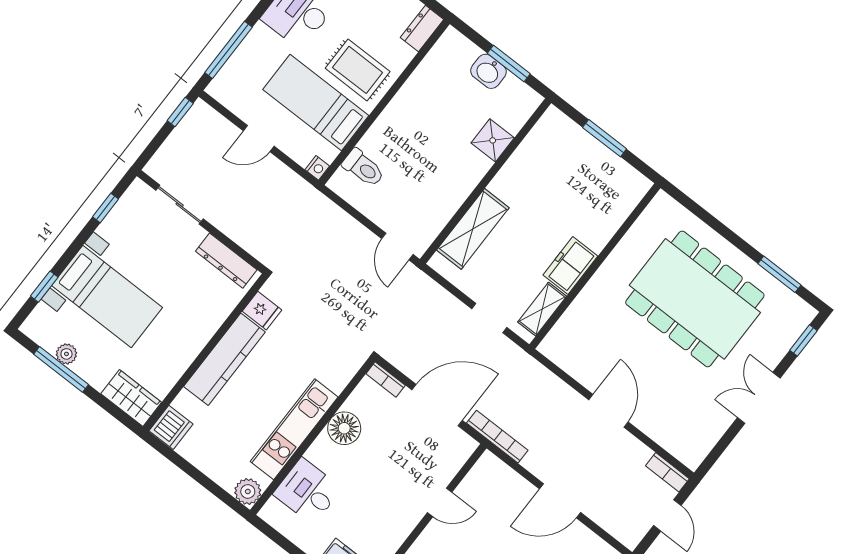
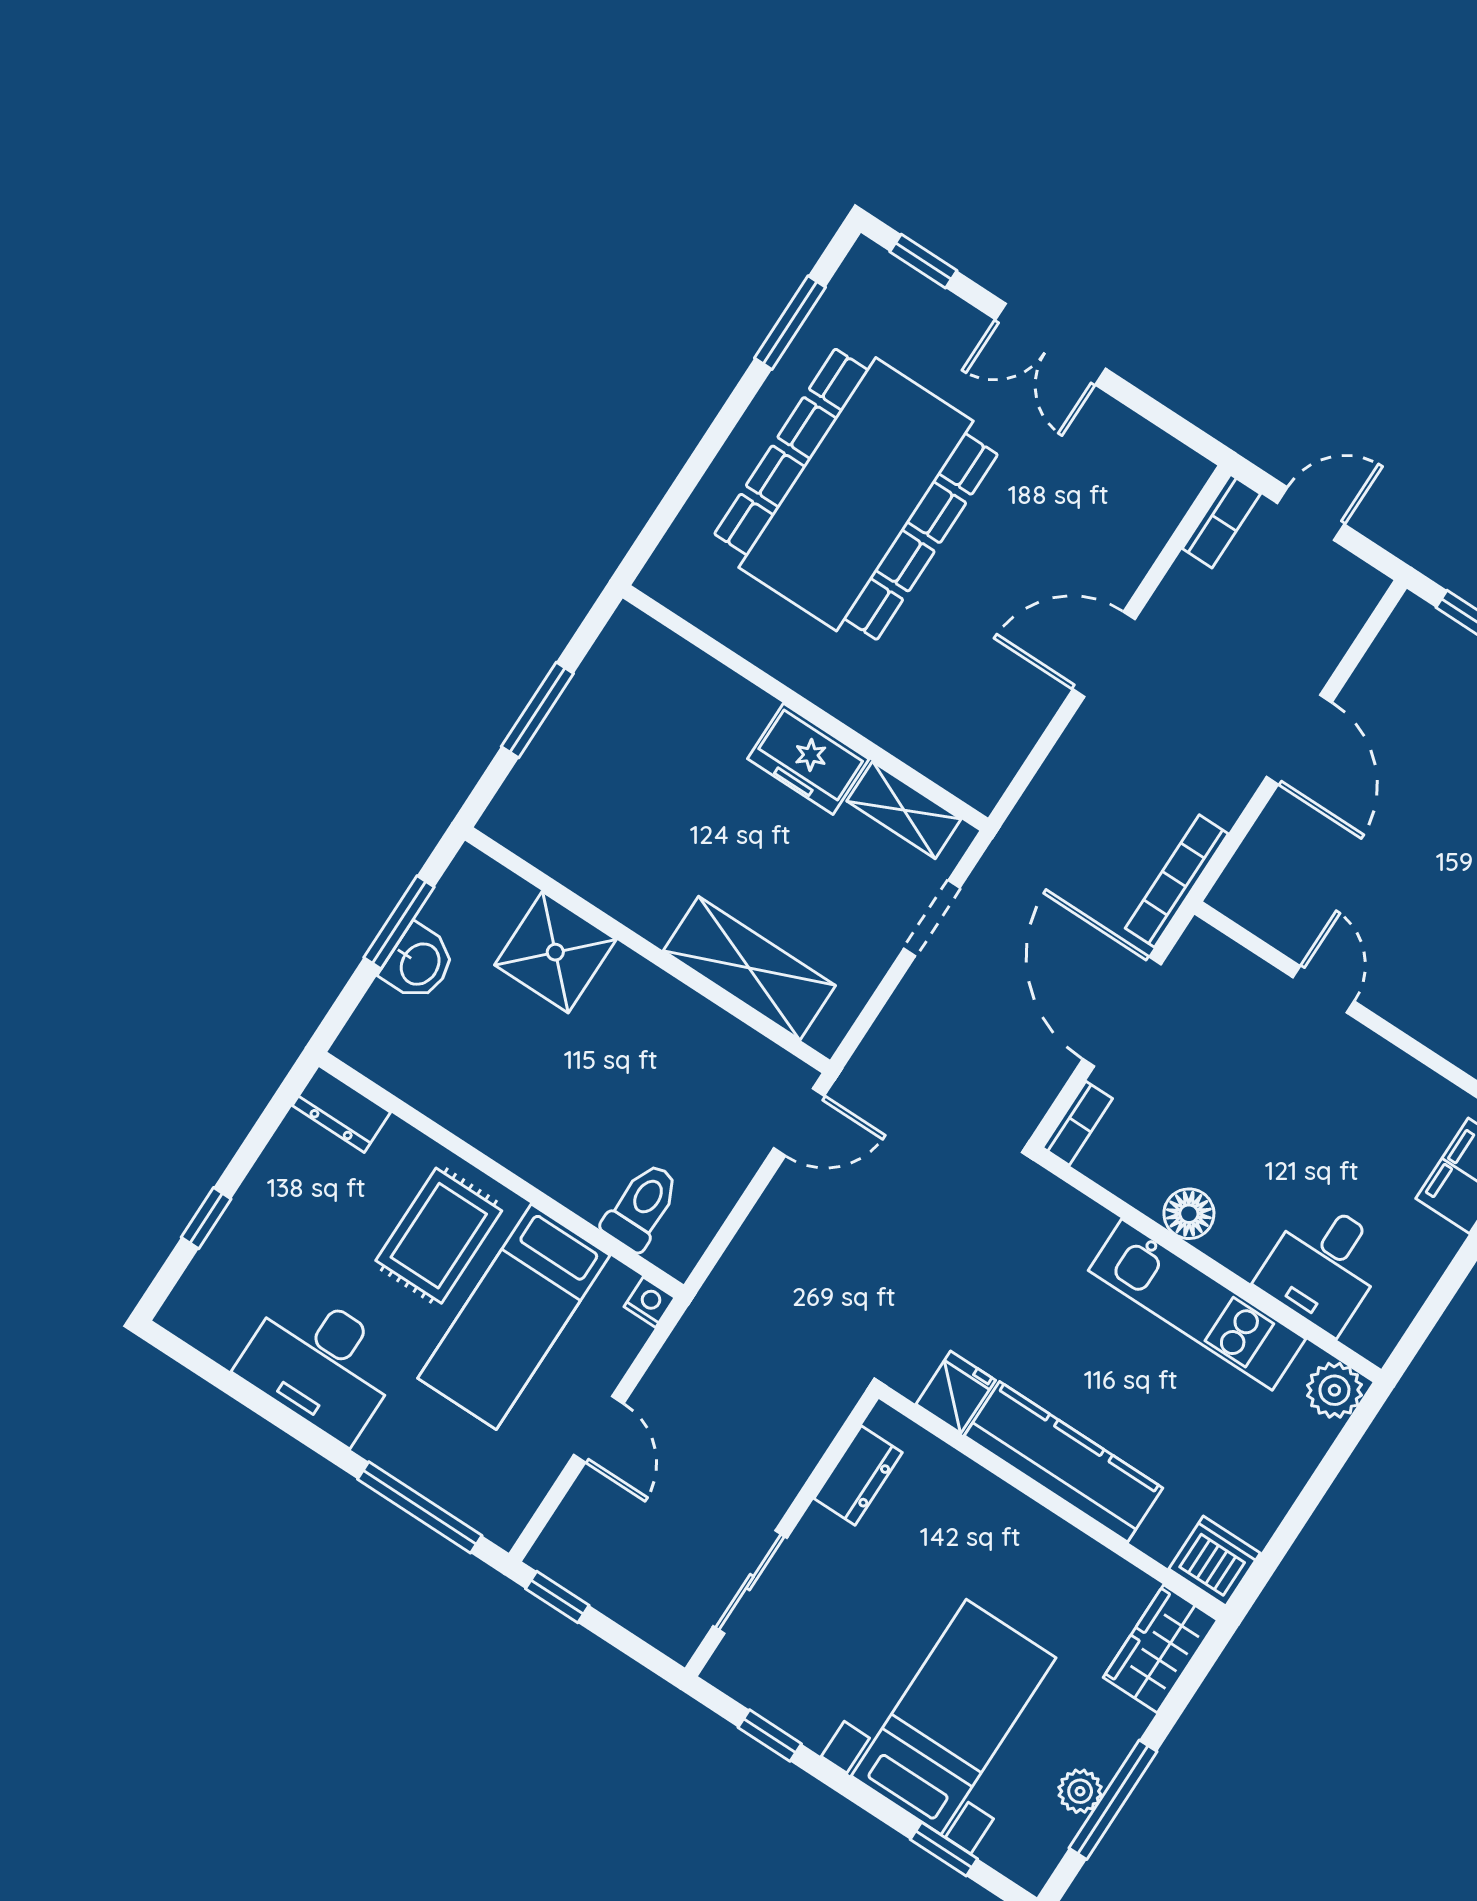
shower: (493, 140) -> (555, 952), width x1.36, depth x1.36
dresser: (226, 261) -> (858, 1475), width x0.70
floor lamp: (344, 428) -> (1189, 1214), width x0.73, depth x0.73

